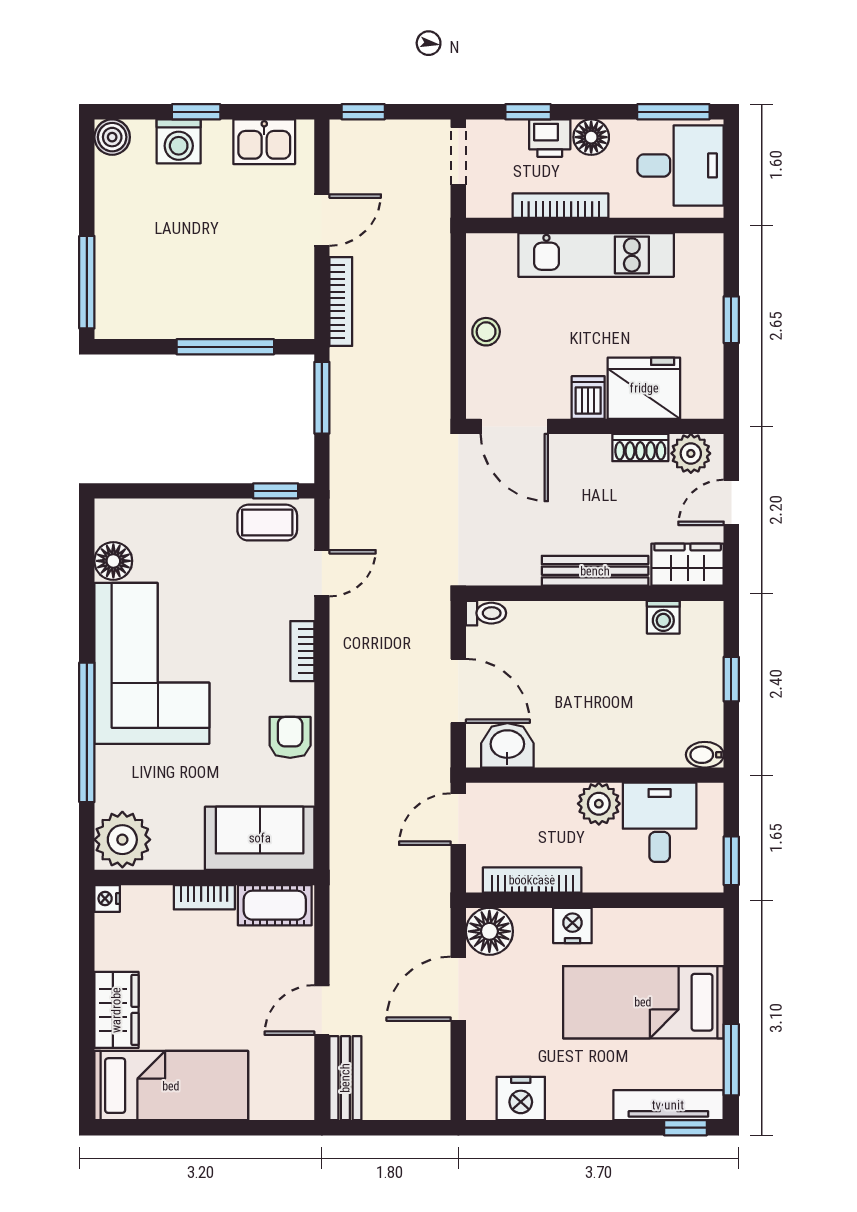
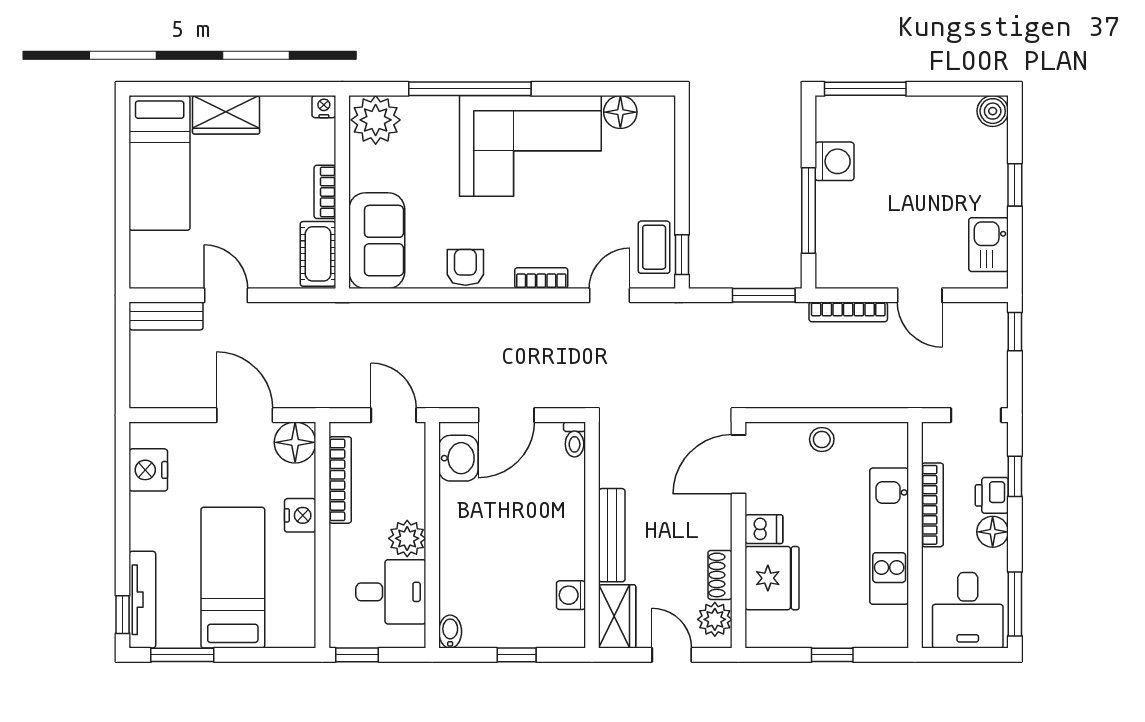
washing machine: (179, 141) -> (834, 161), moved, turned 180
door: (322, 573) -> (610, 295), swing flipped
armchair: (290, 737) -> (465, 267), turned -90

